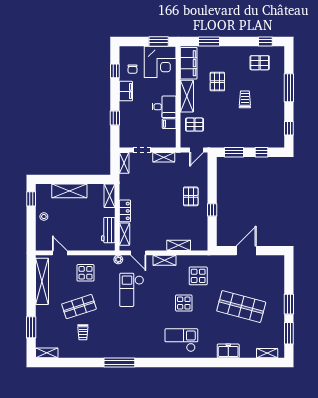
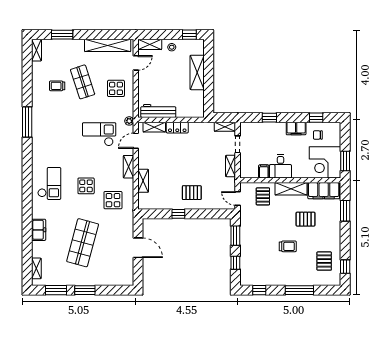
shelving: (109, 196) -> (150, 44), moved
workbench: (108, 230) -> (158, 111), width x1.37

